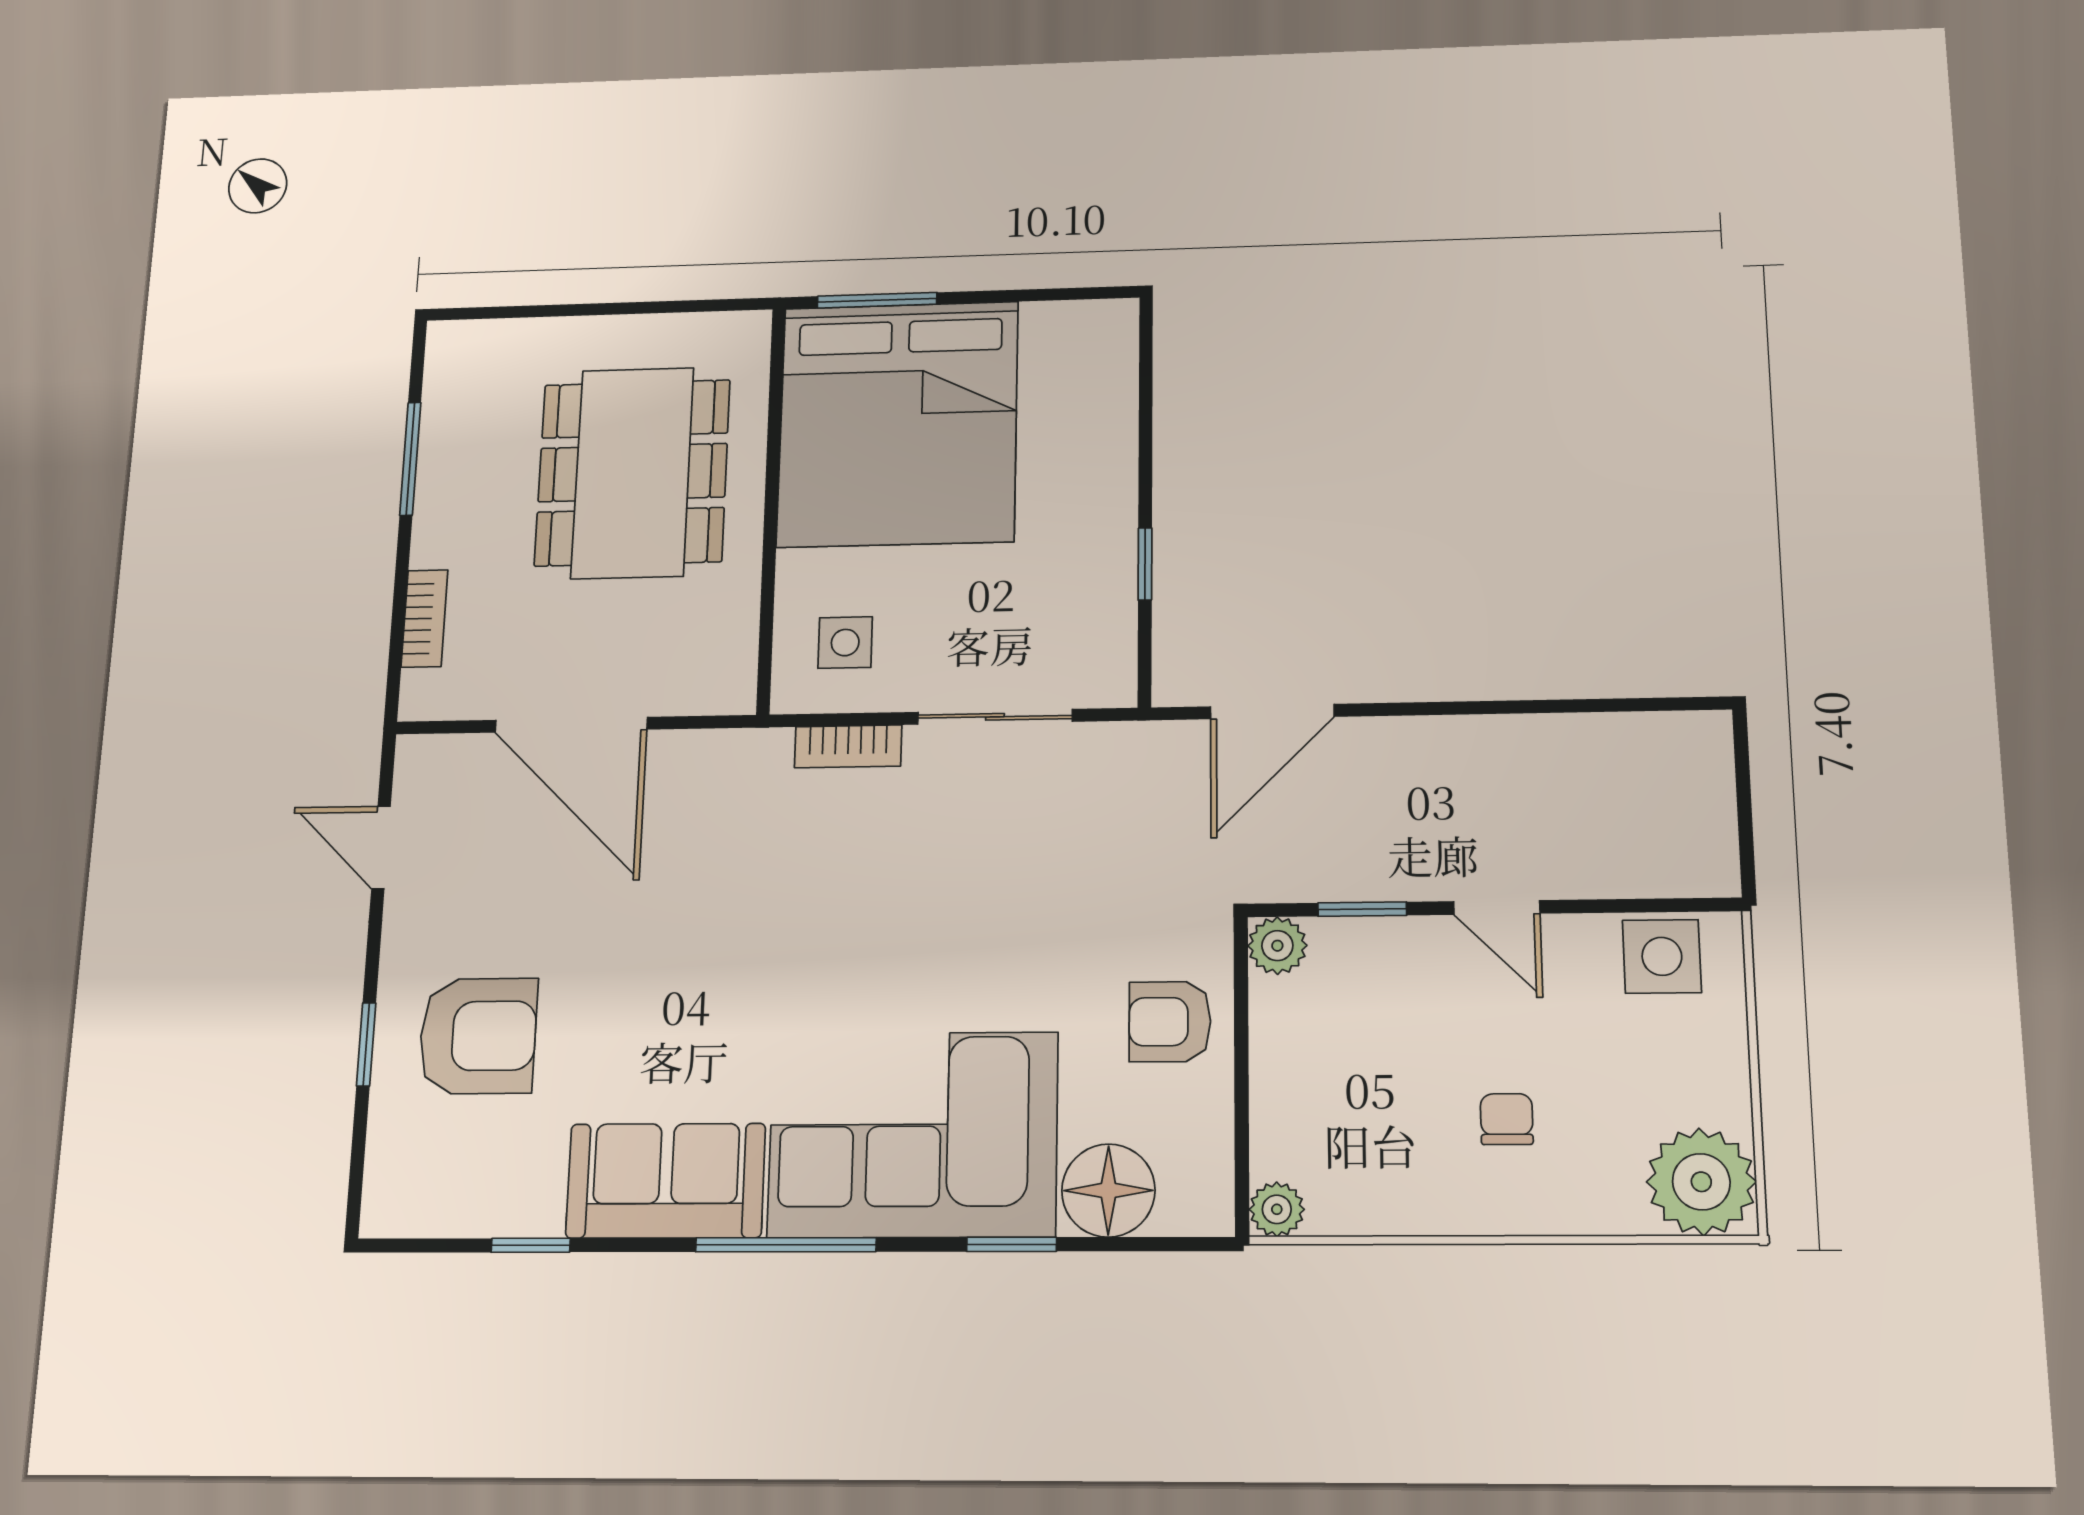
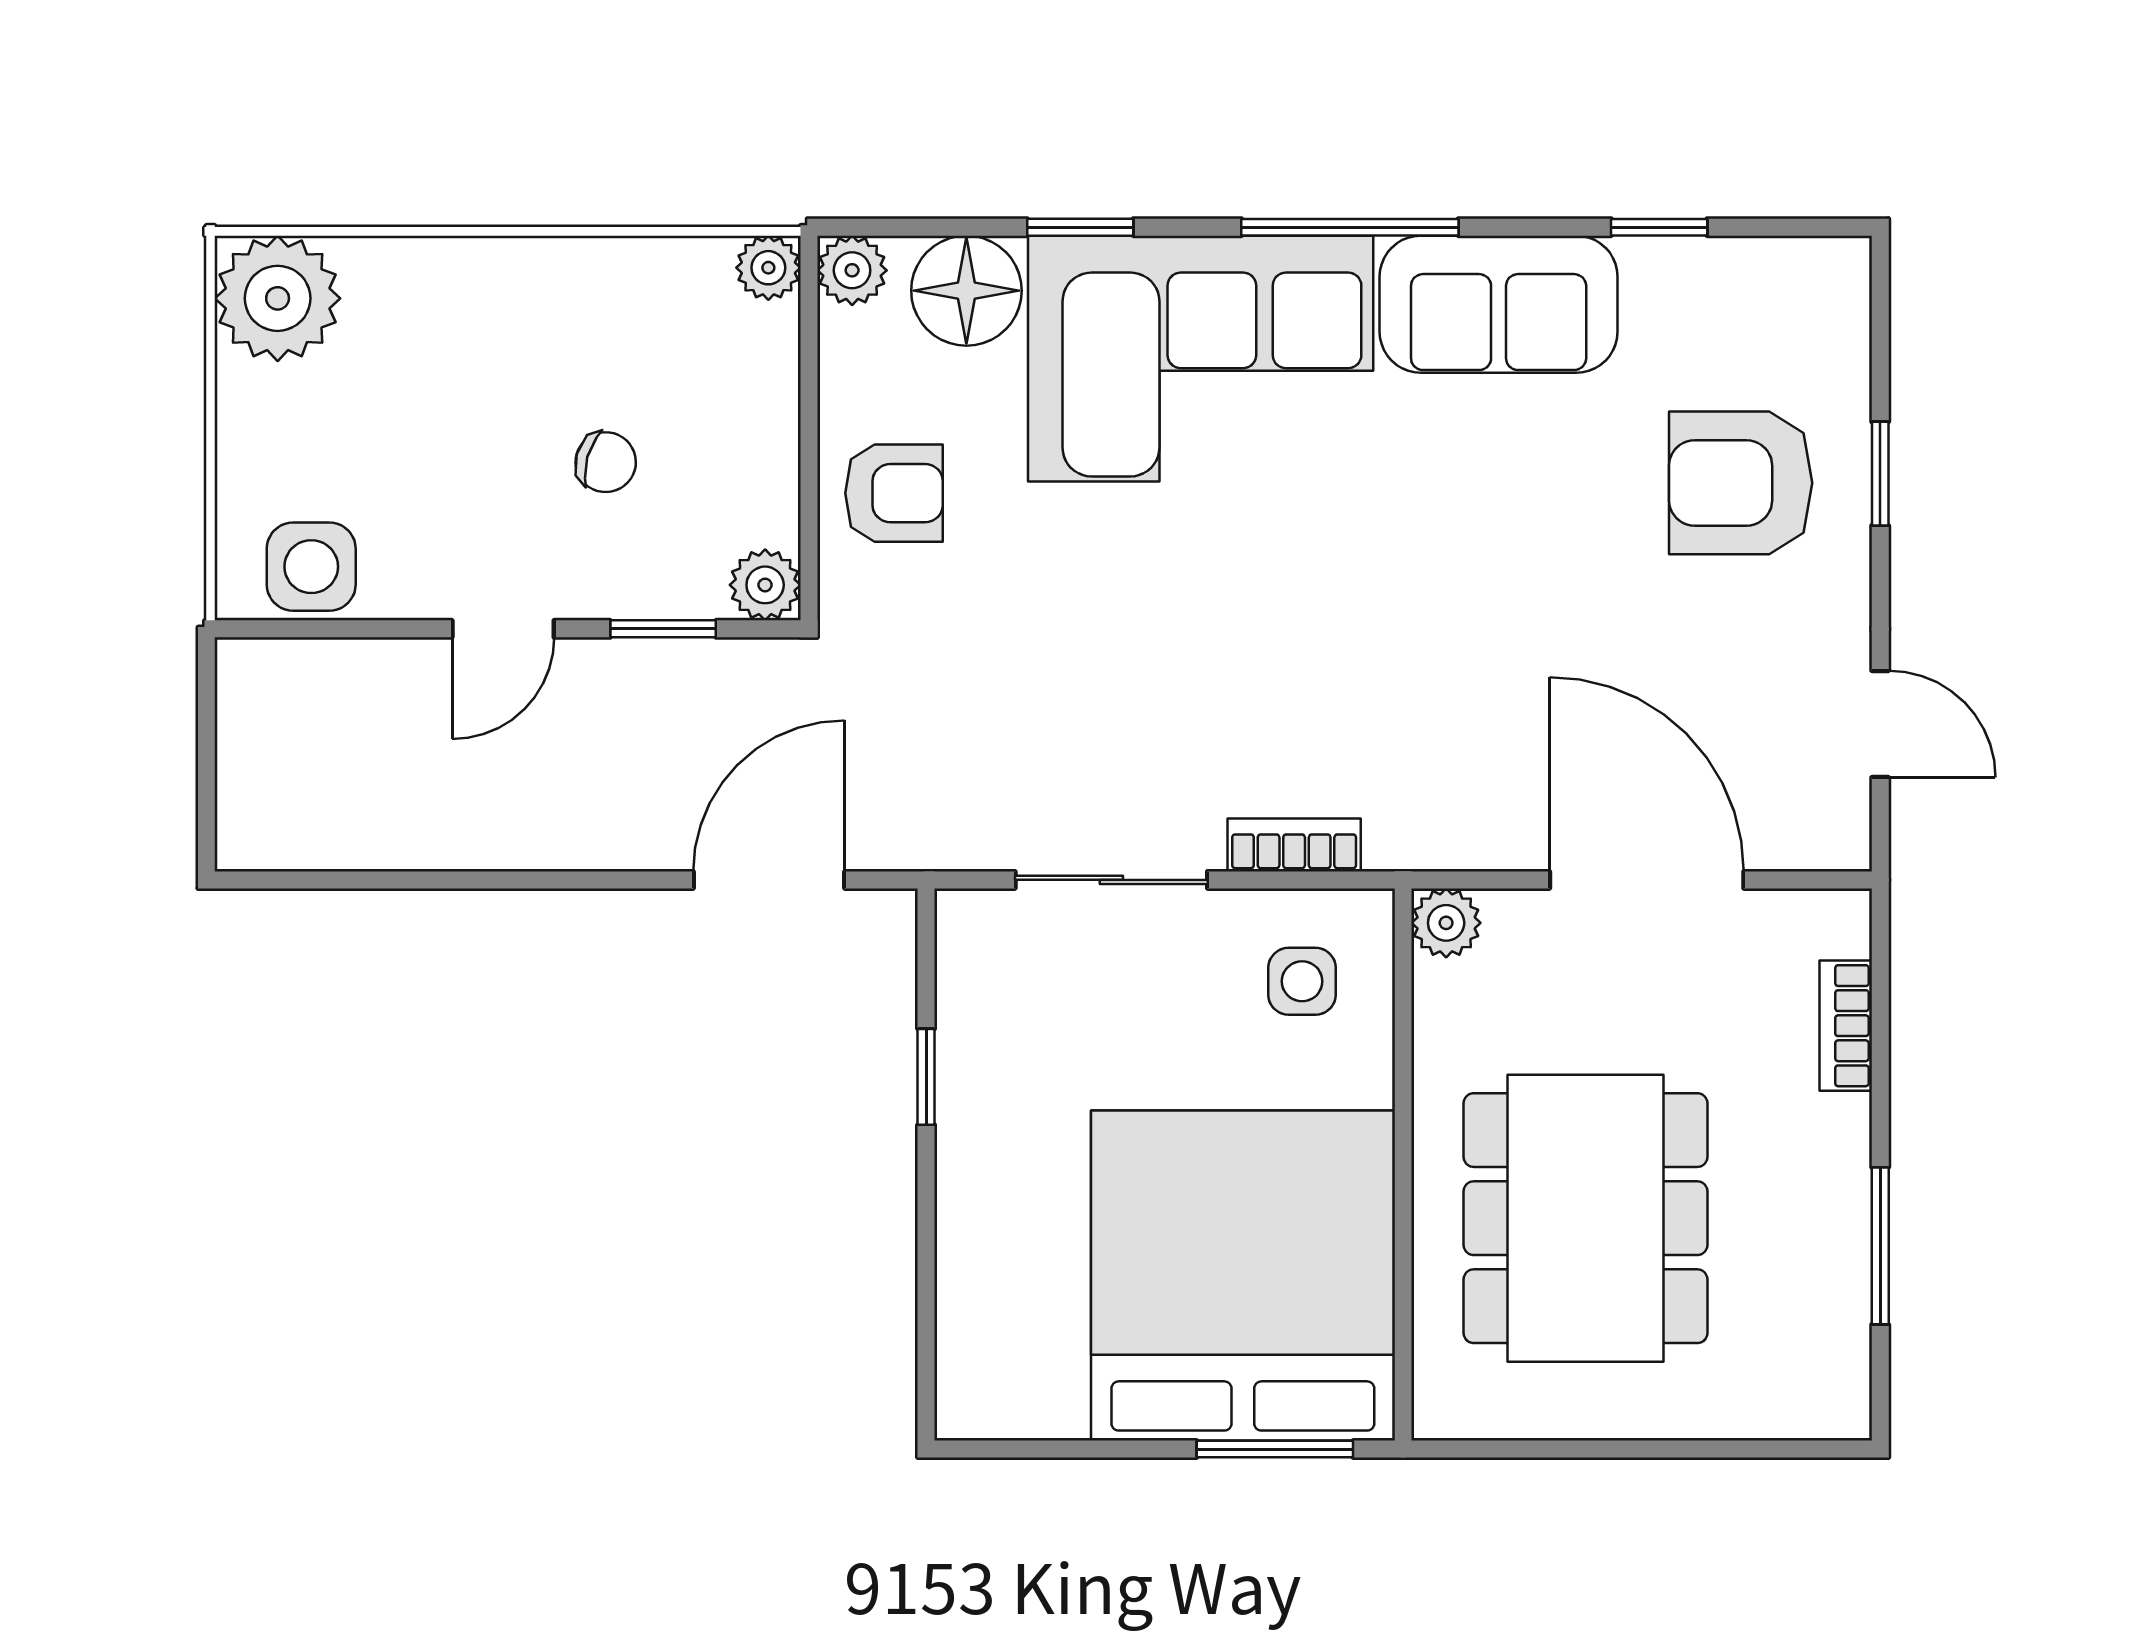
plant: (730, 689) -> (1446, 923), added
door: (1497, 907) -> (503, 629), swing flipped
chair: (1507, 1119) -> (606, 462), moved, turned -74
plant: (1205, 1207) -> (852, 270), added

